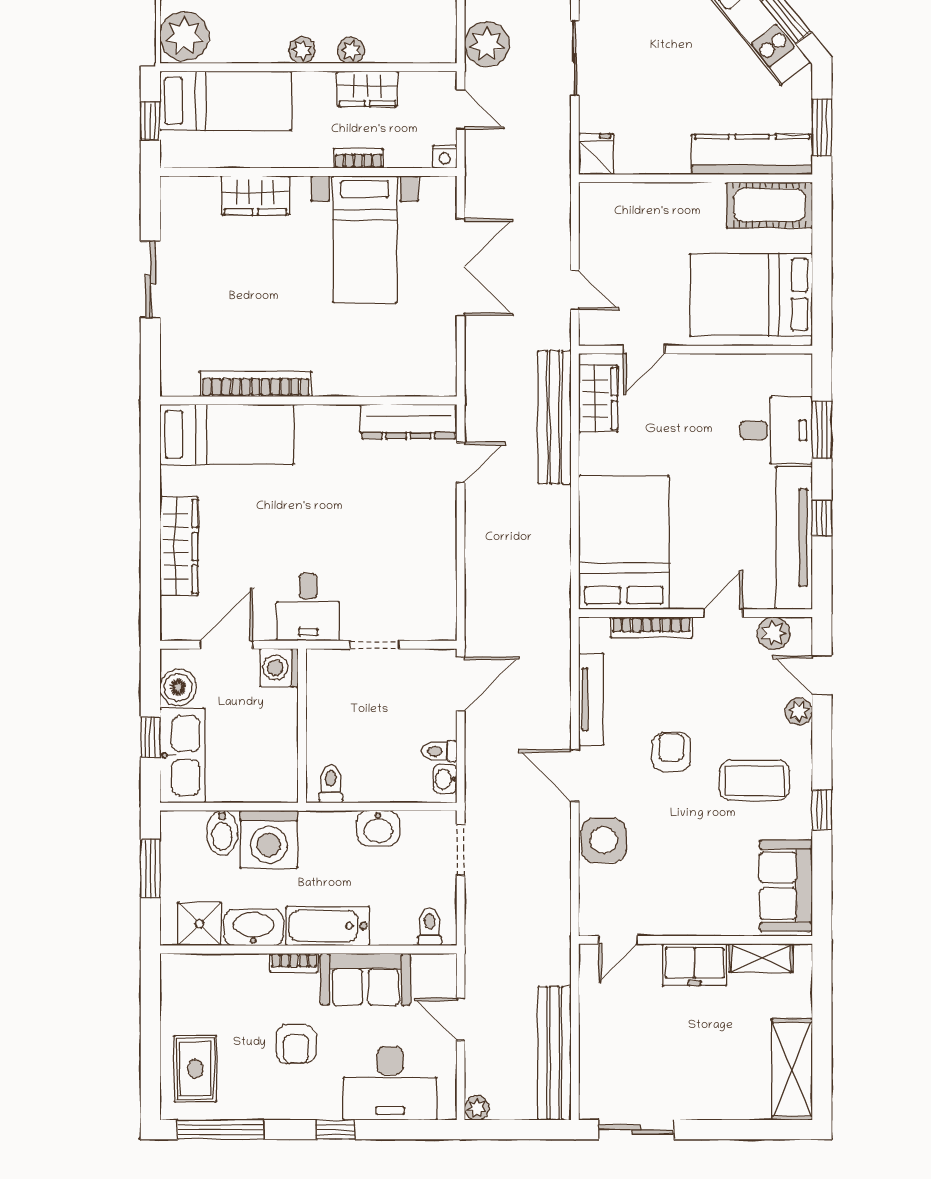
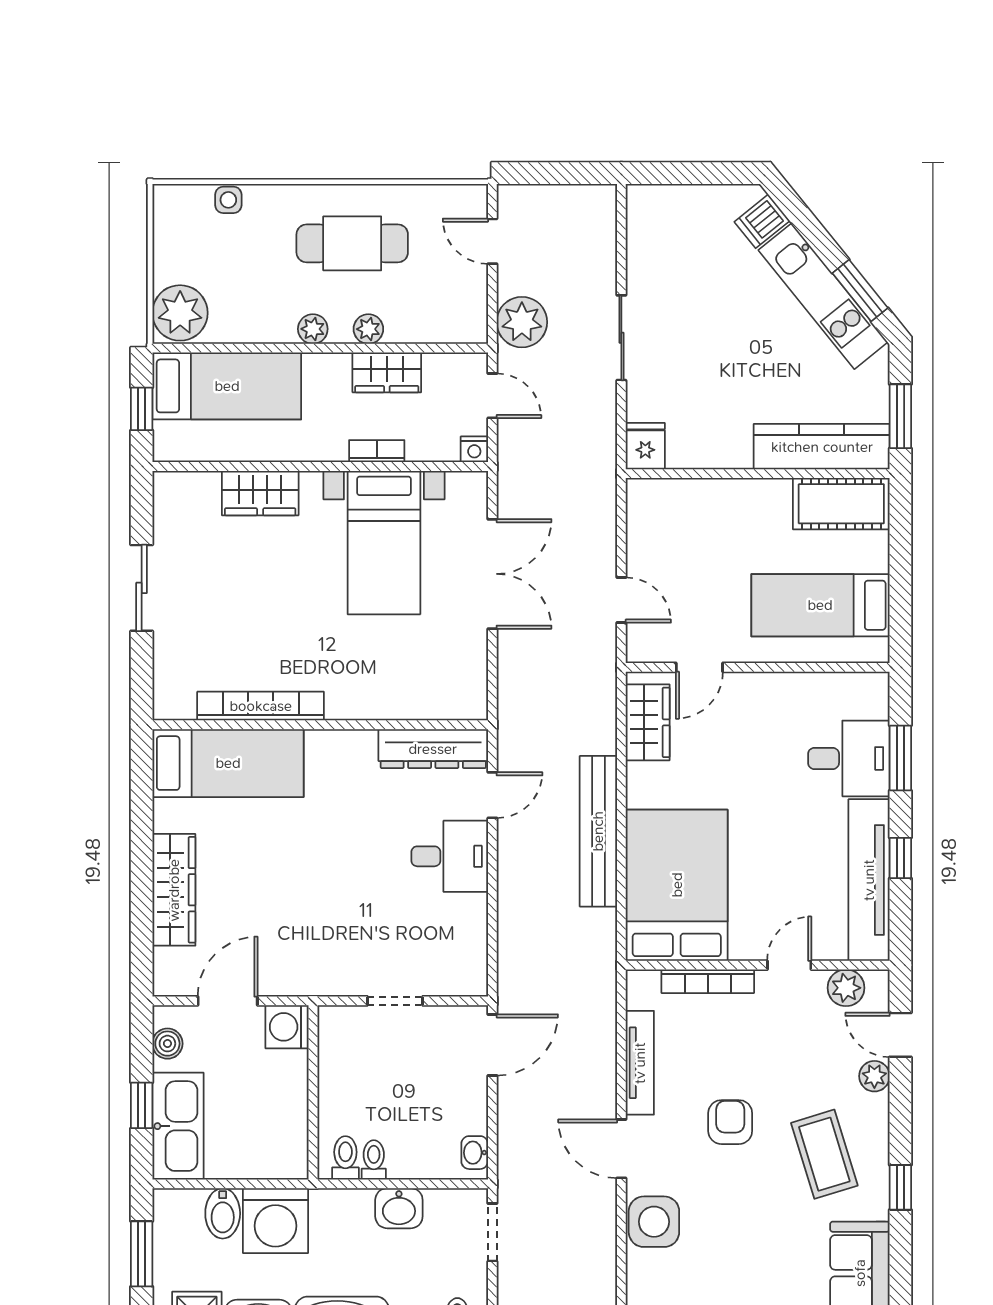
bed: (751, 295) -> (820, 605), width x0.67
bench: (555, 417) -> (598, 831), moved
desk: (308, 607) -> (450, 856), moved, turned -90
boiler: (178, 687) -> (167, 1044), width x0.73, depth x0.73
toilet: (439, 751) -> (374, 1160), moved, turned 90
coffee table: (754, 780) -> (824, 1154), turned 73

